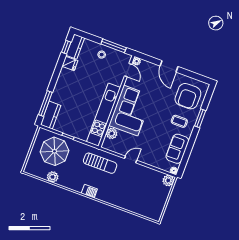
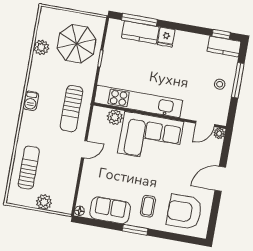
window: (114, 46) -> (238, 80), moved
fridge: (70, 64) -> (166, 37), moved
kitchen counter: (51, 115) -> (140, 32), moved
window: (200, 118) -> (135, 230), moved
door: (131, 159) -> (84, 149), hinge flipped
plant: (168, 180) -> (44, 202), moved
sun lounger: (137, 201) -> (29, 168), added

